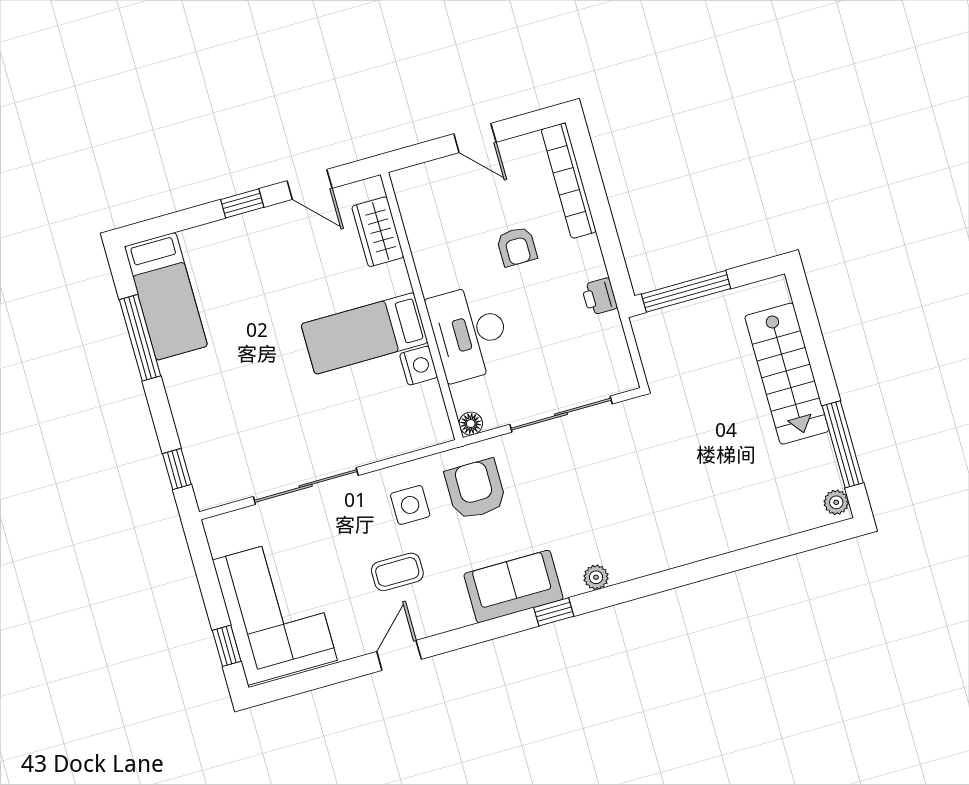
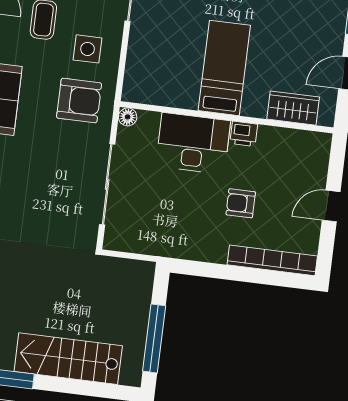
window: (686, 291) -> (154, 338), moved
printer: (599, 297) -> (244, 134), moved, turned 180
nightstand: (419, 366) -> (185, 97), removed

